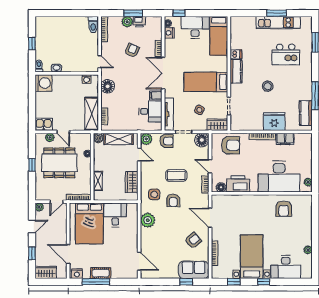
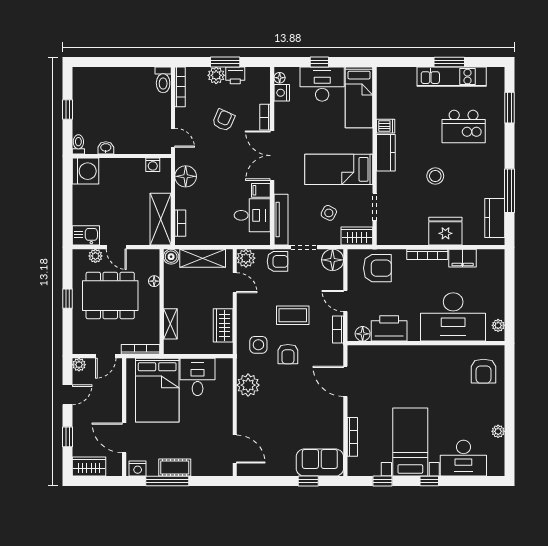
window: (179, 13) -> (319, 62), moved
armchair: (284, 209) -> (483, 371), moved
armchair: (193, 240) -> (319, 417), removed

